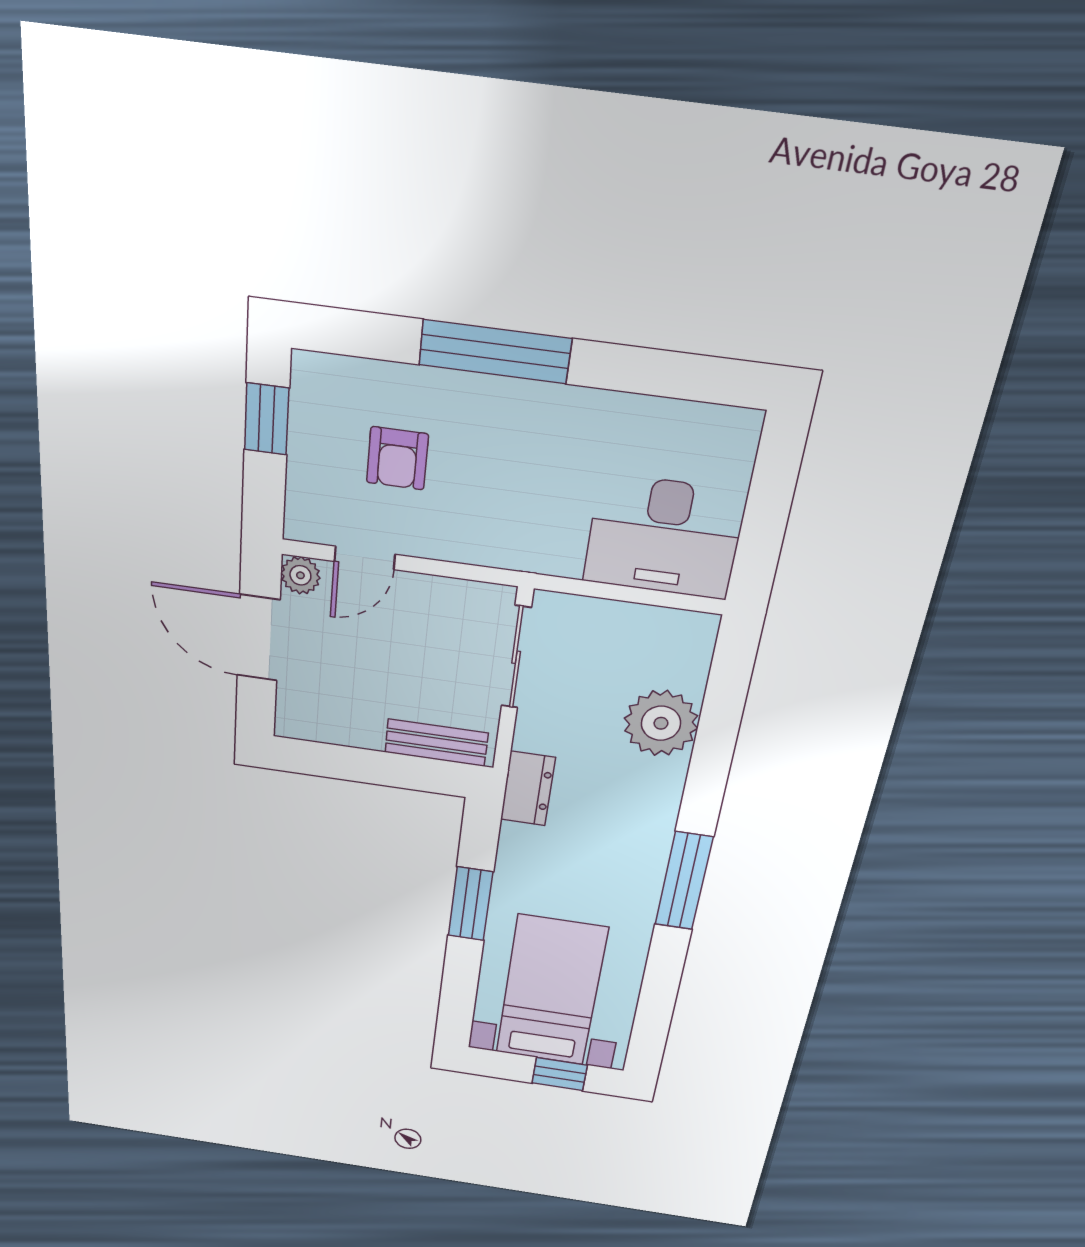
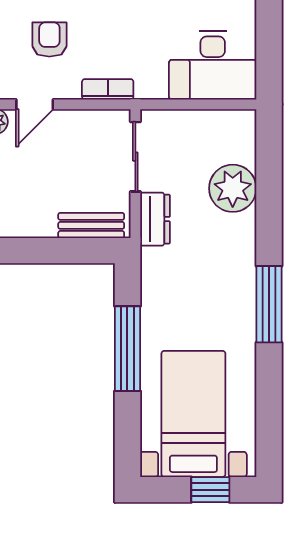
armchair: (397, 458) -> (49, 39), turned 180
bookcase: (485, 551) -> (108, 89), added
dresser: (528, 789) -> (155, 219), moved
window: (470, 904) -> (127, 349), width x1.44

